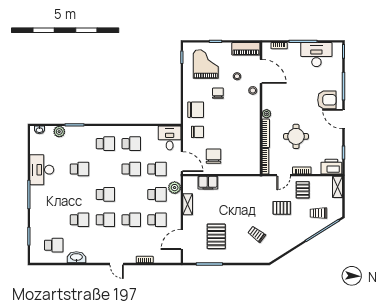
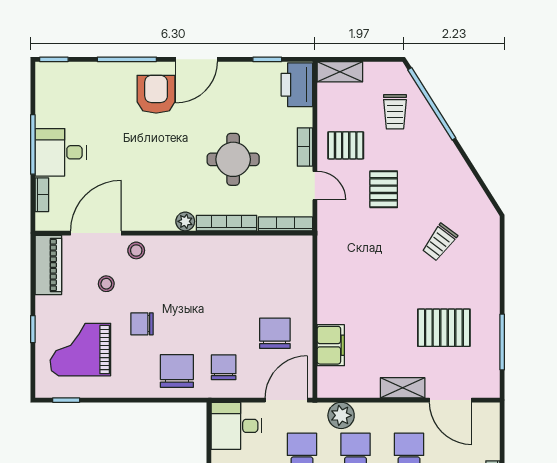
desk: (316, 55) -> (61, 152), moved, width x0.73
chair: (214, 156) -> (275, 333), turned 90
shelving: (188, 204) -> (403, 388), moved

